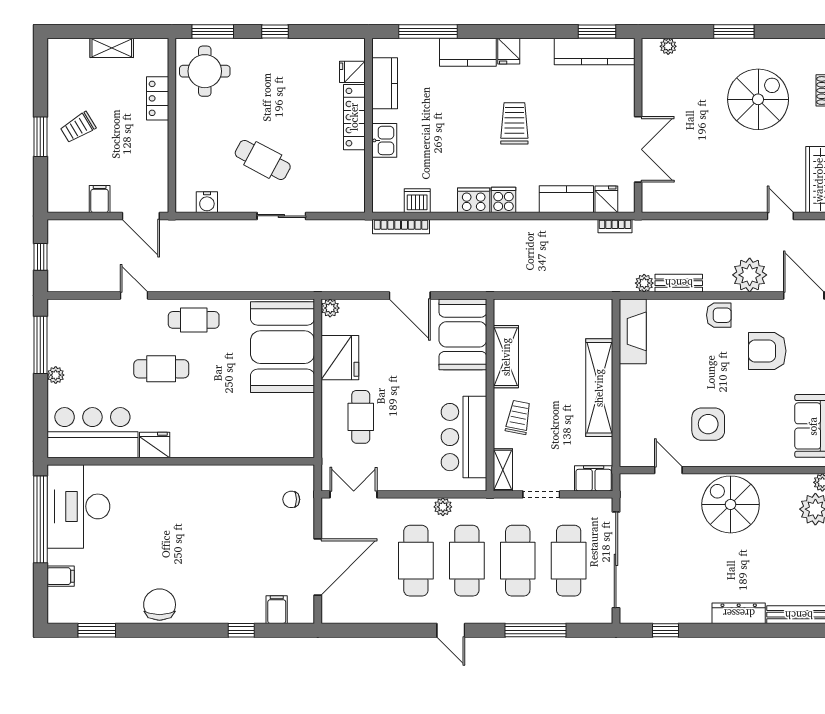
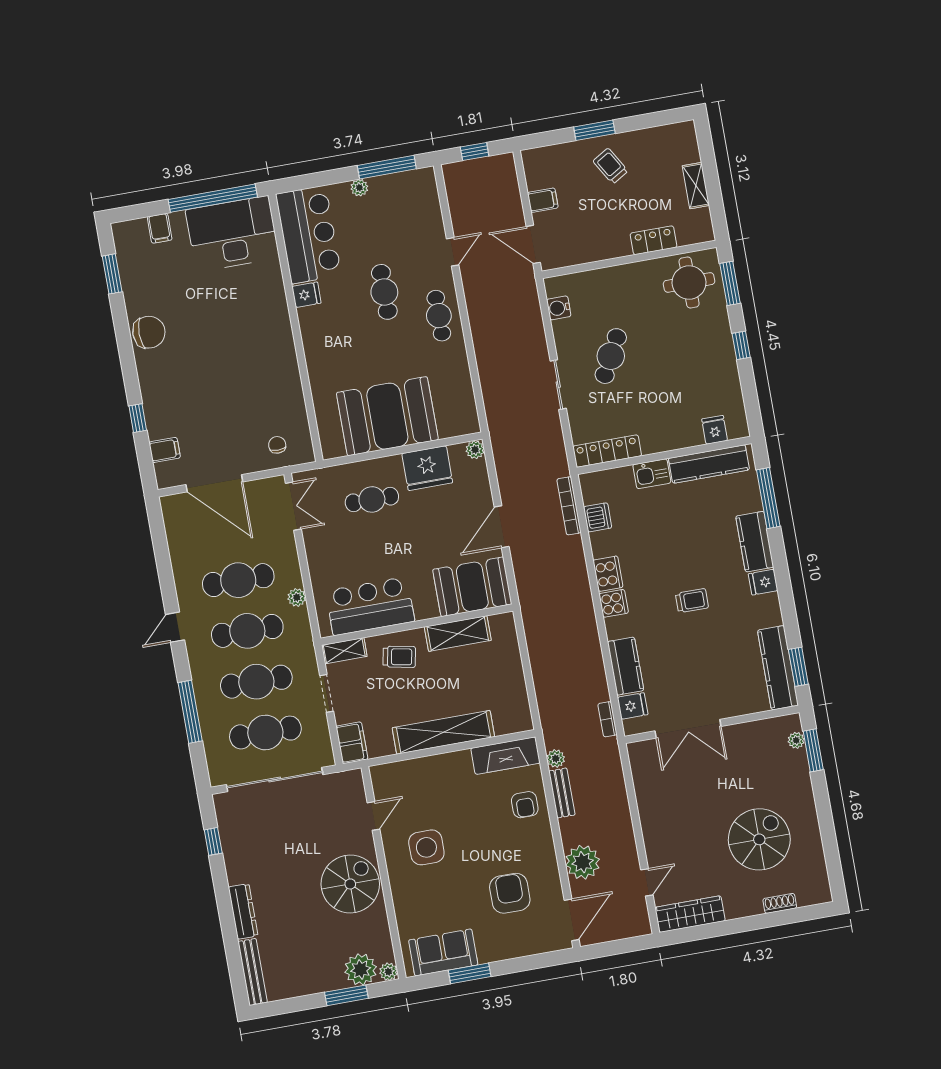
window: (734, 31) -> (813, 750), moved
kitchen counter: (385, 83) -> (709, 464), width x1.50
spiral stairs: (758, 99) -> (759, 839), turned -90
locker: (354, 117) -> (607, 451), moved
trolley: (514, 123) -> (692, 601), width x0.73, depth x0.72
door: (141, 216) -> (533, 244), hinge flipped
armchair: (719, 315) -> (525, 805), moved
booth: (282, 347) -> (387, 416), moved
fridge: (155, 445) -> (306, 295), width x0.72

